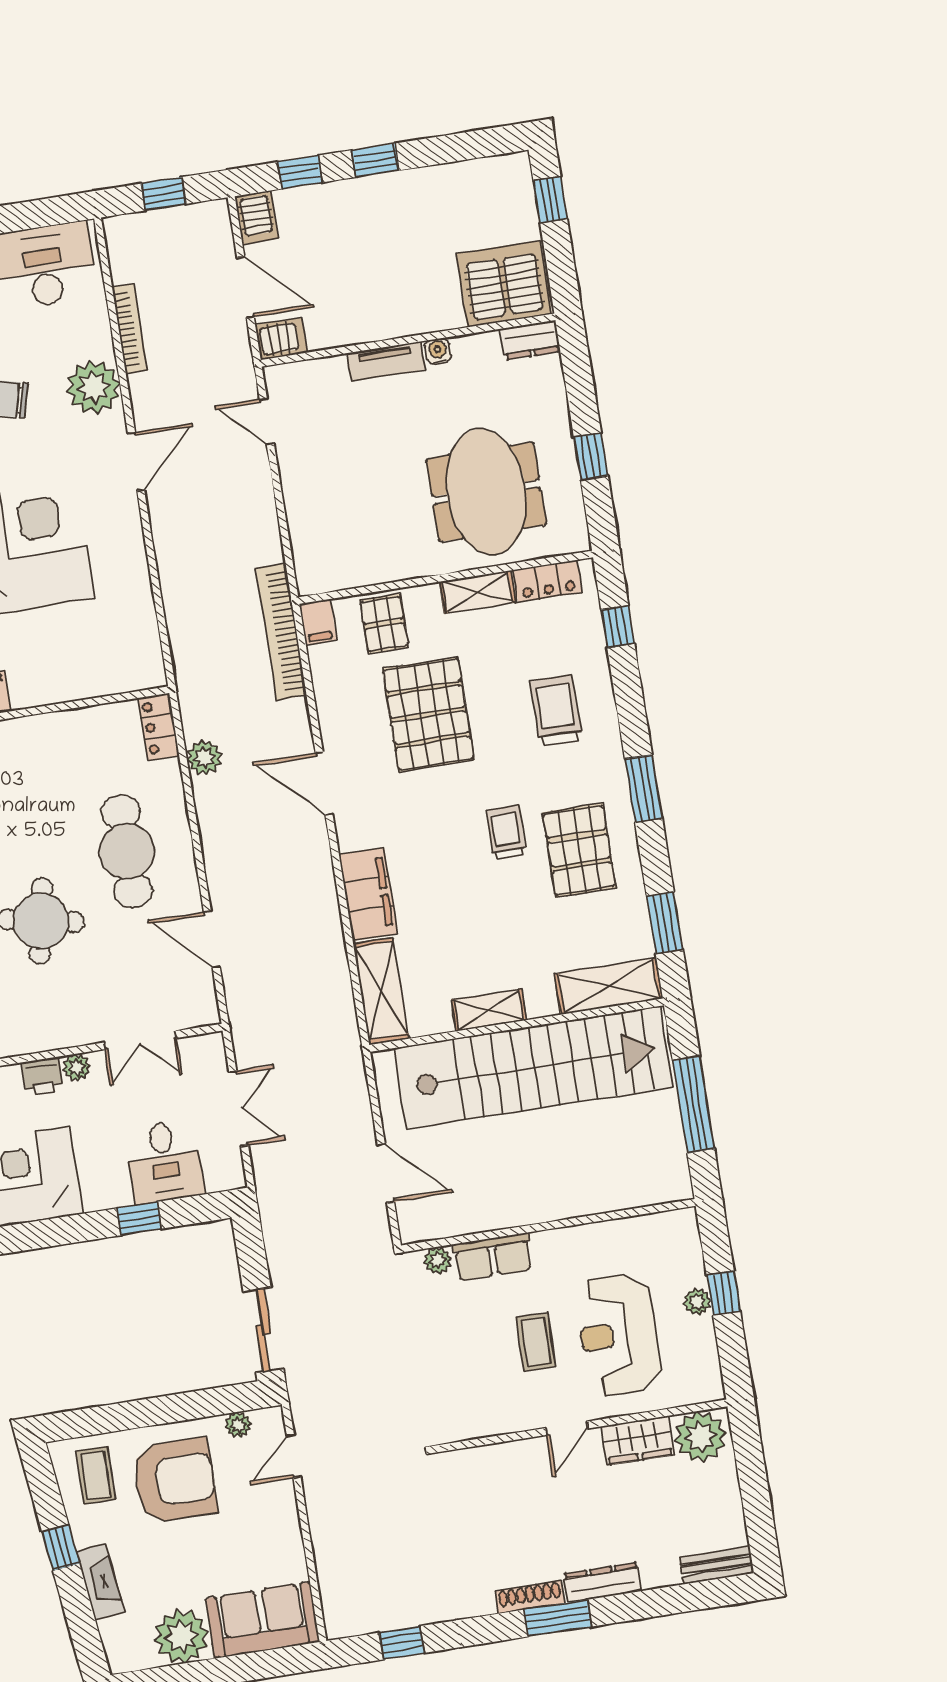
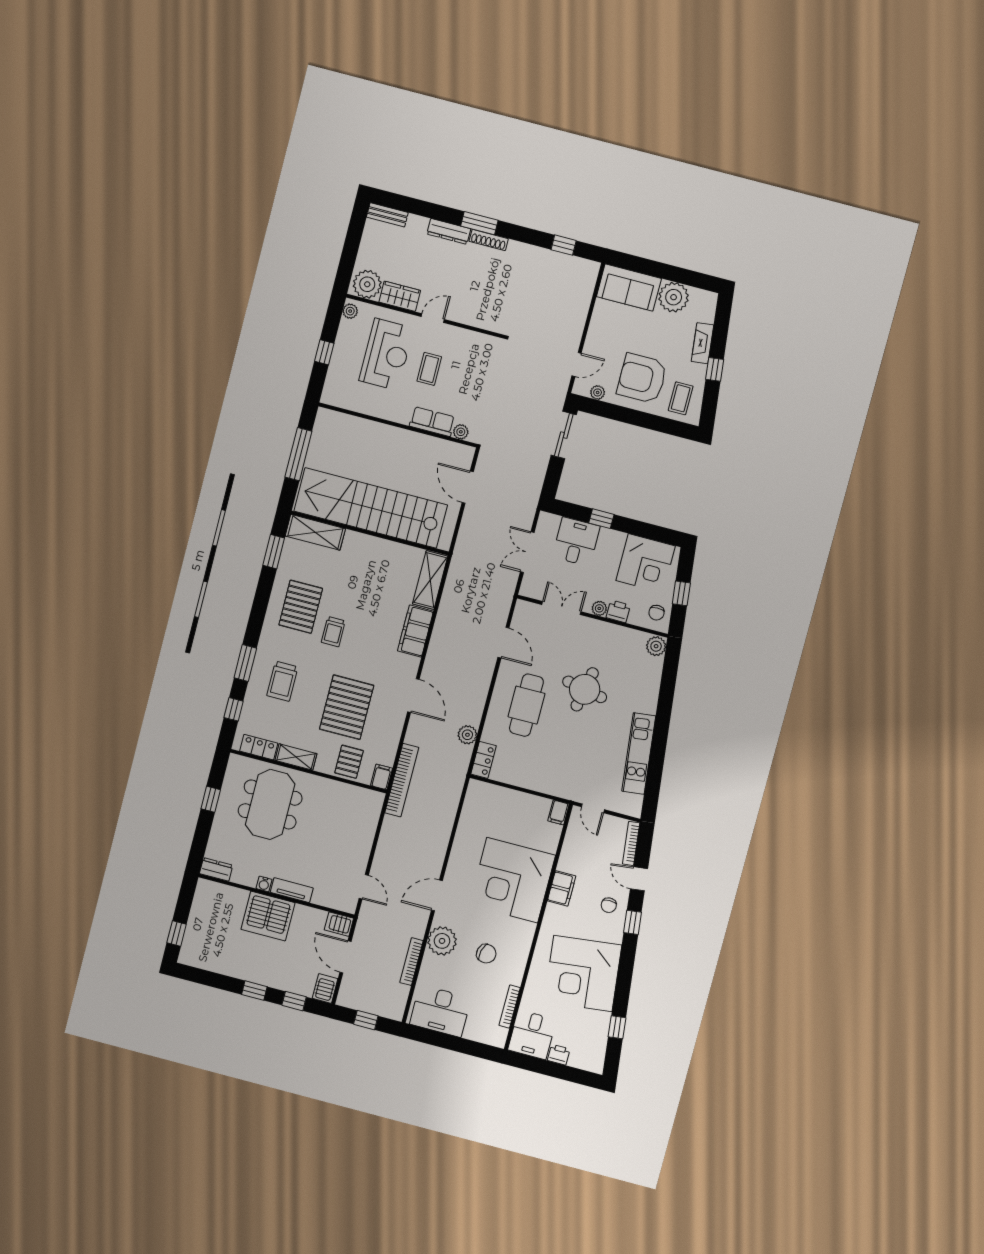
server rack: (504, 284) -> (268, 916), moved
window: (644, 789) -> (245, 663), moved
shelving: (489, 1010) -> (380, 547), removed
plant: (697, 1302) -> (350, 311), moved

